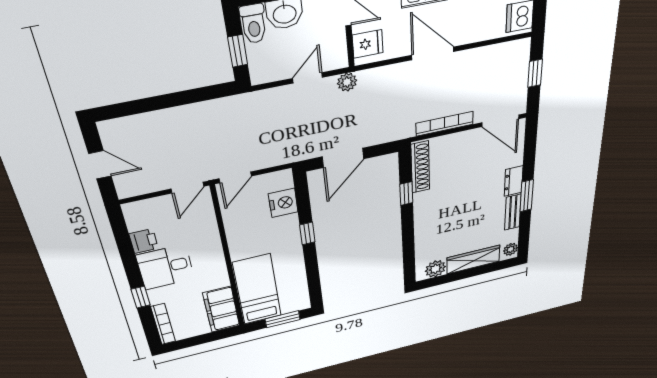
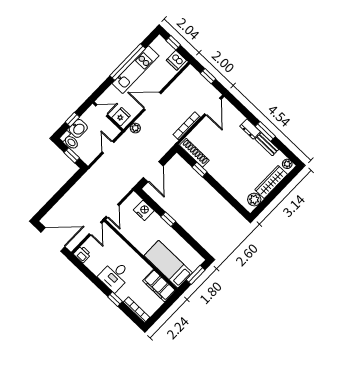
plant: (347, 82) -> (135, 128), moved
door: (500, 121) -> (213, 107), hinge flipped
door: (100, 165) -> (53, 239), width x1.87
printer: (144, 241) -> (82, 254), moved

